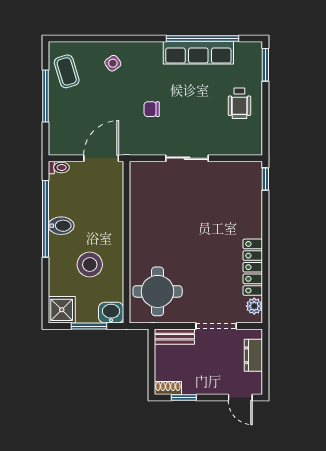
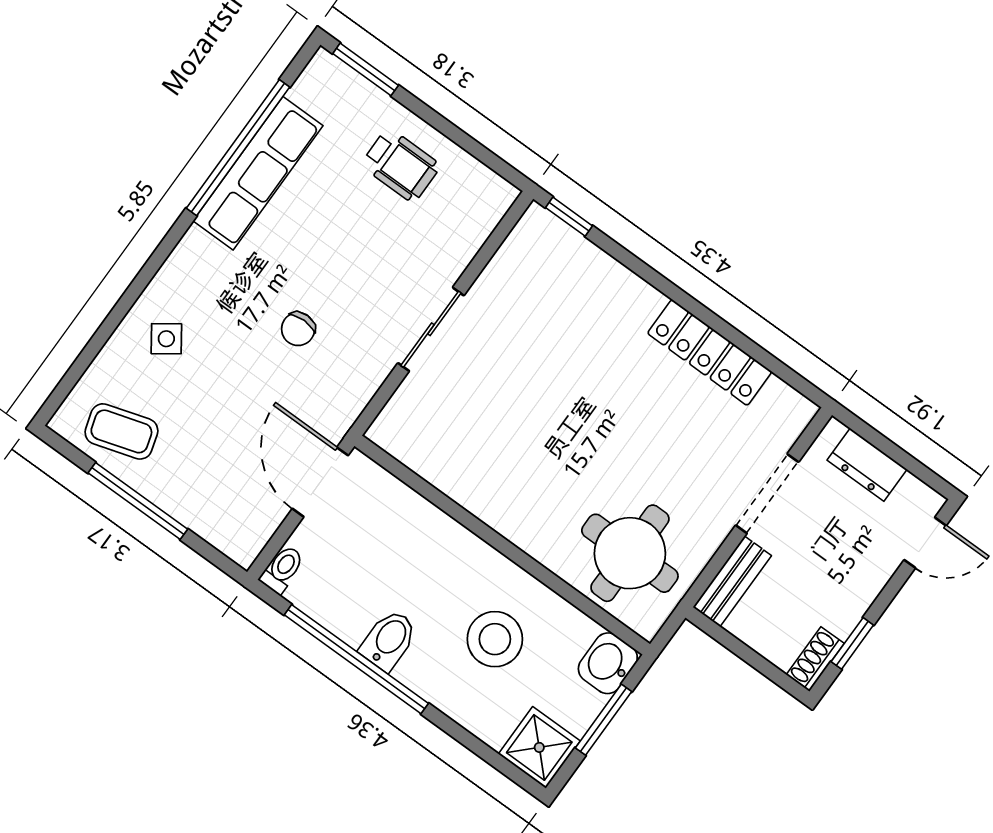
plant: (254, 306) -> (781, 400), removed

